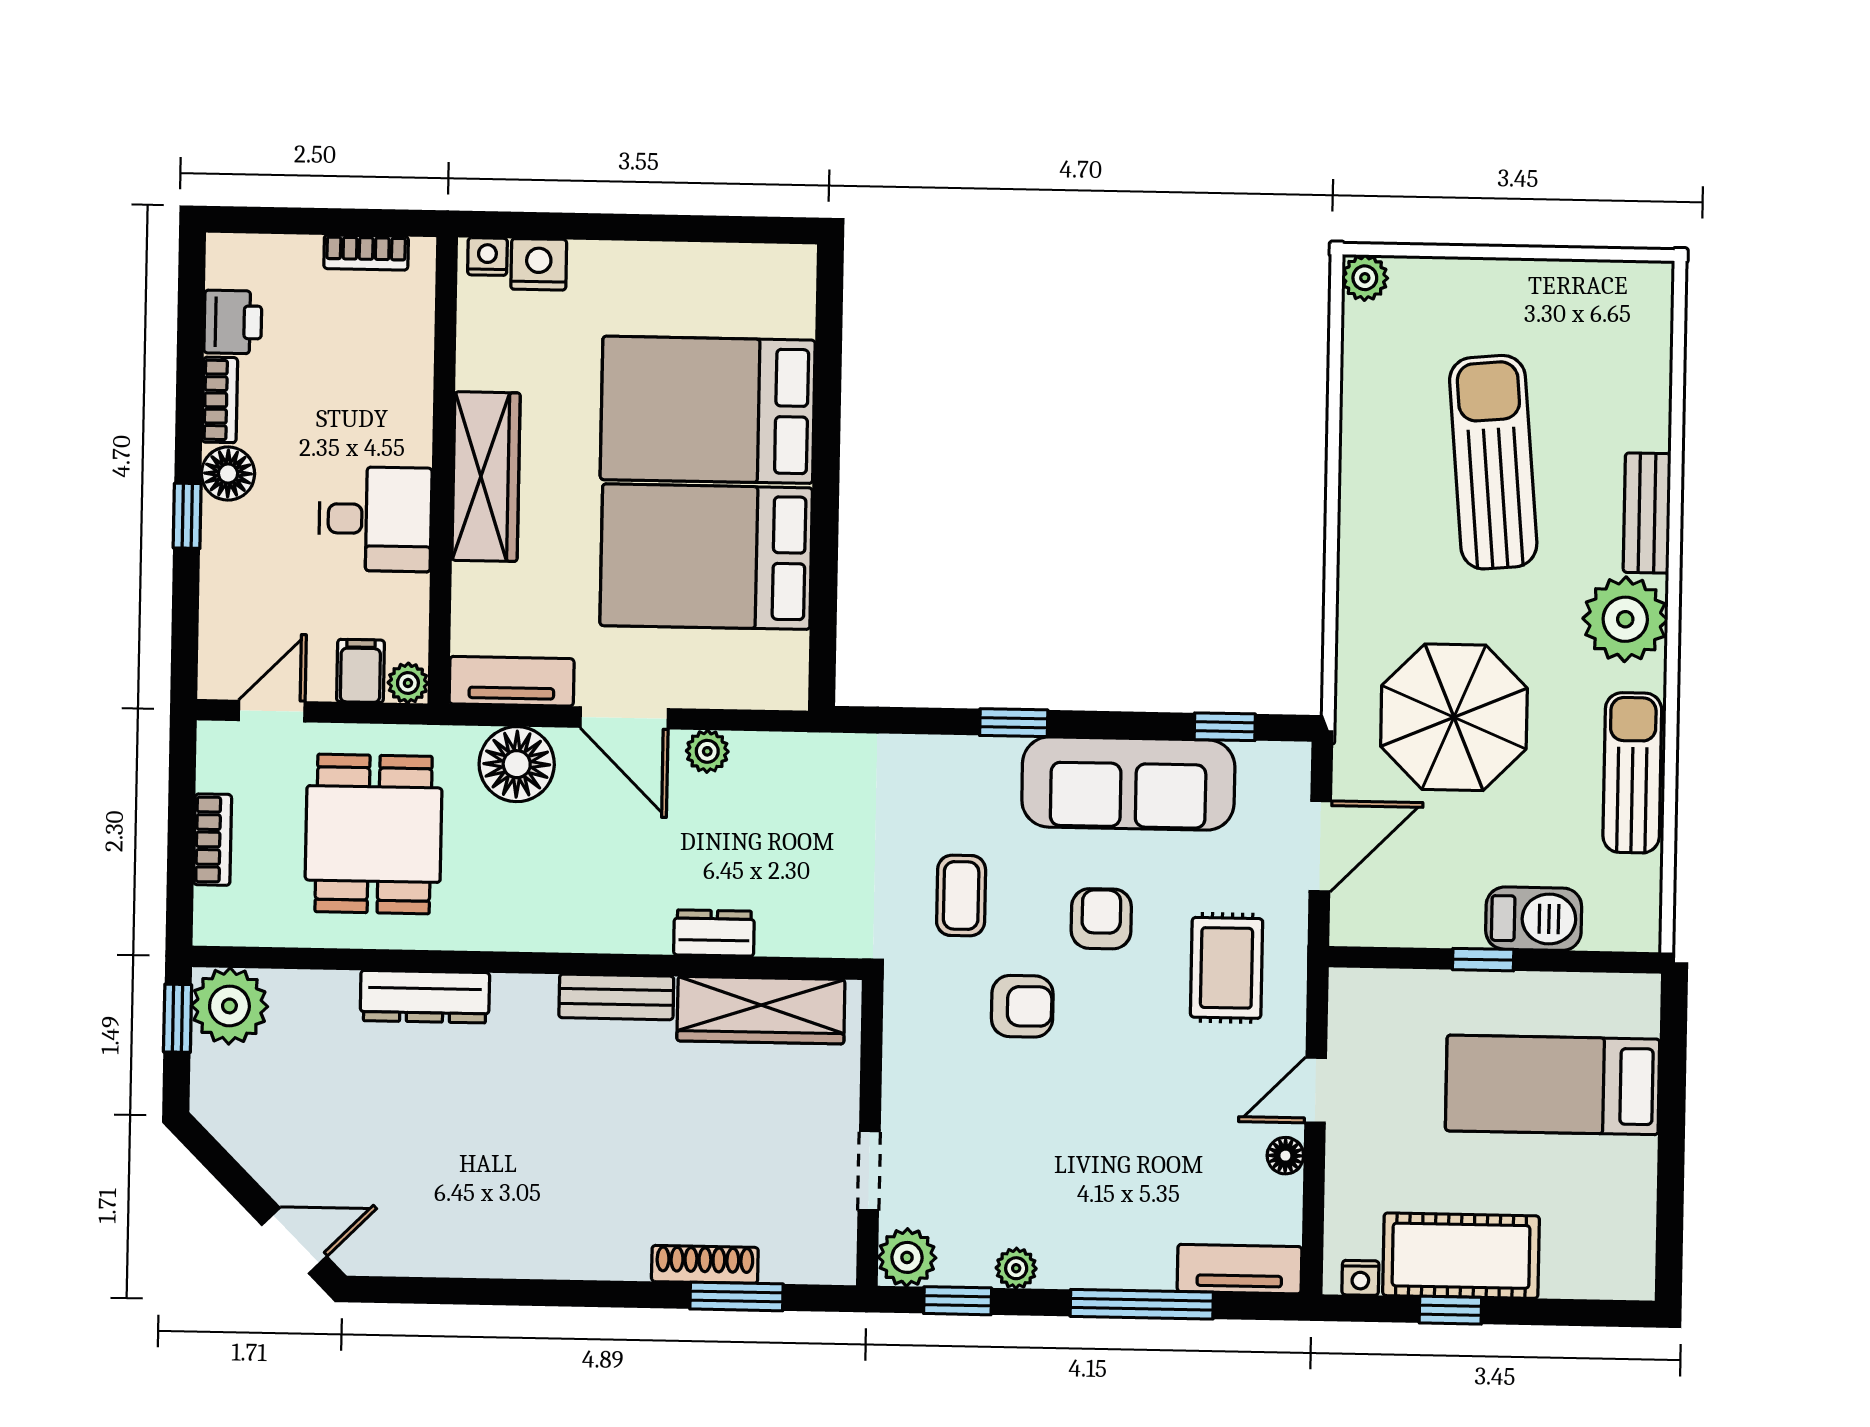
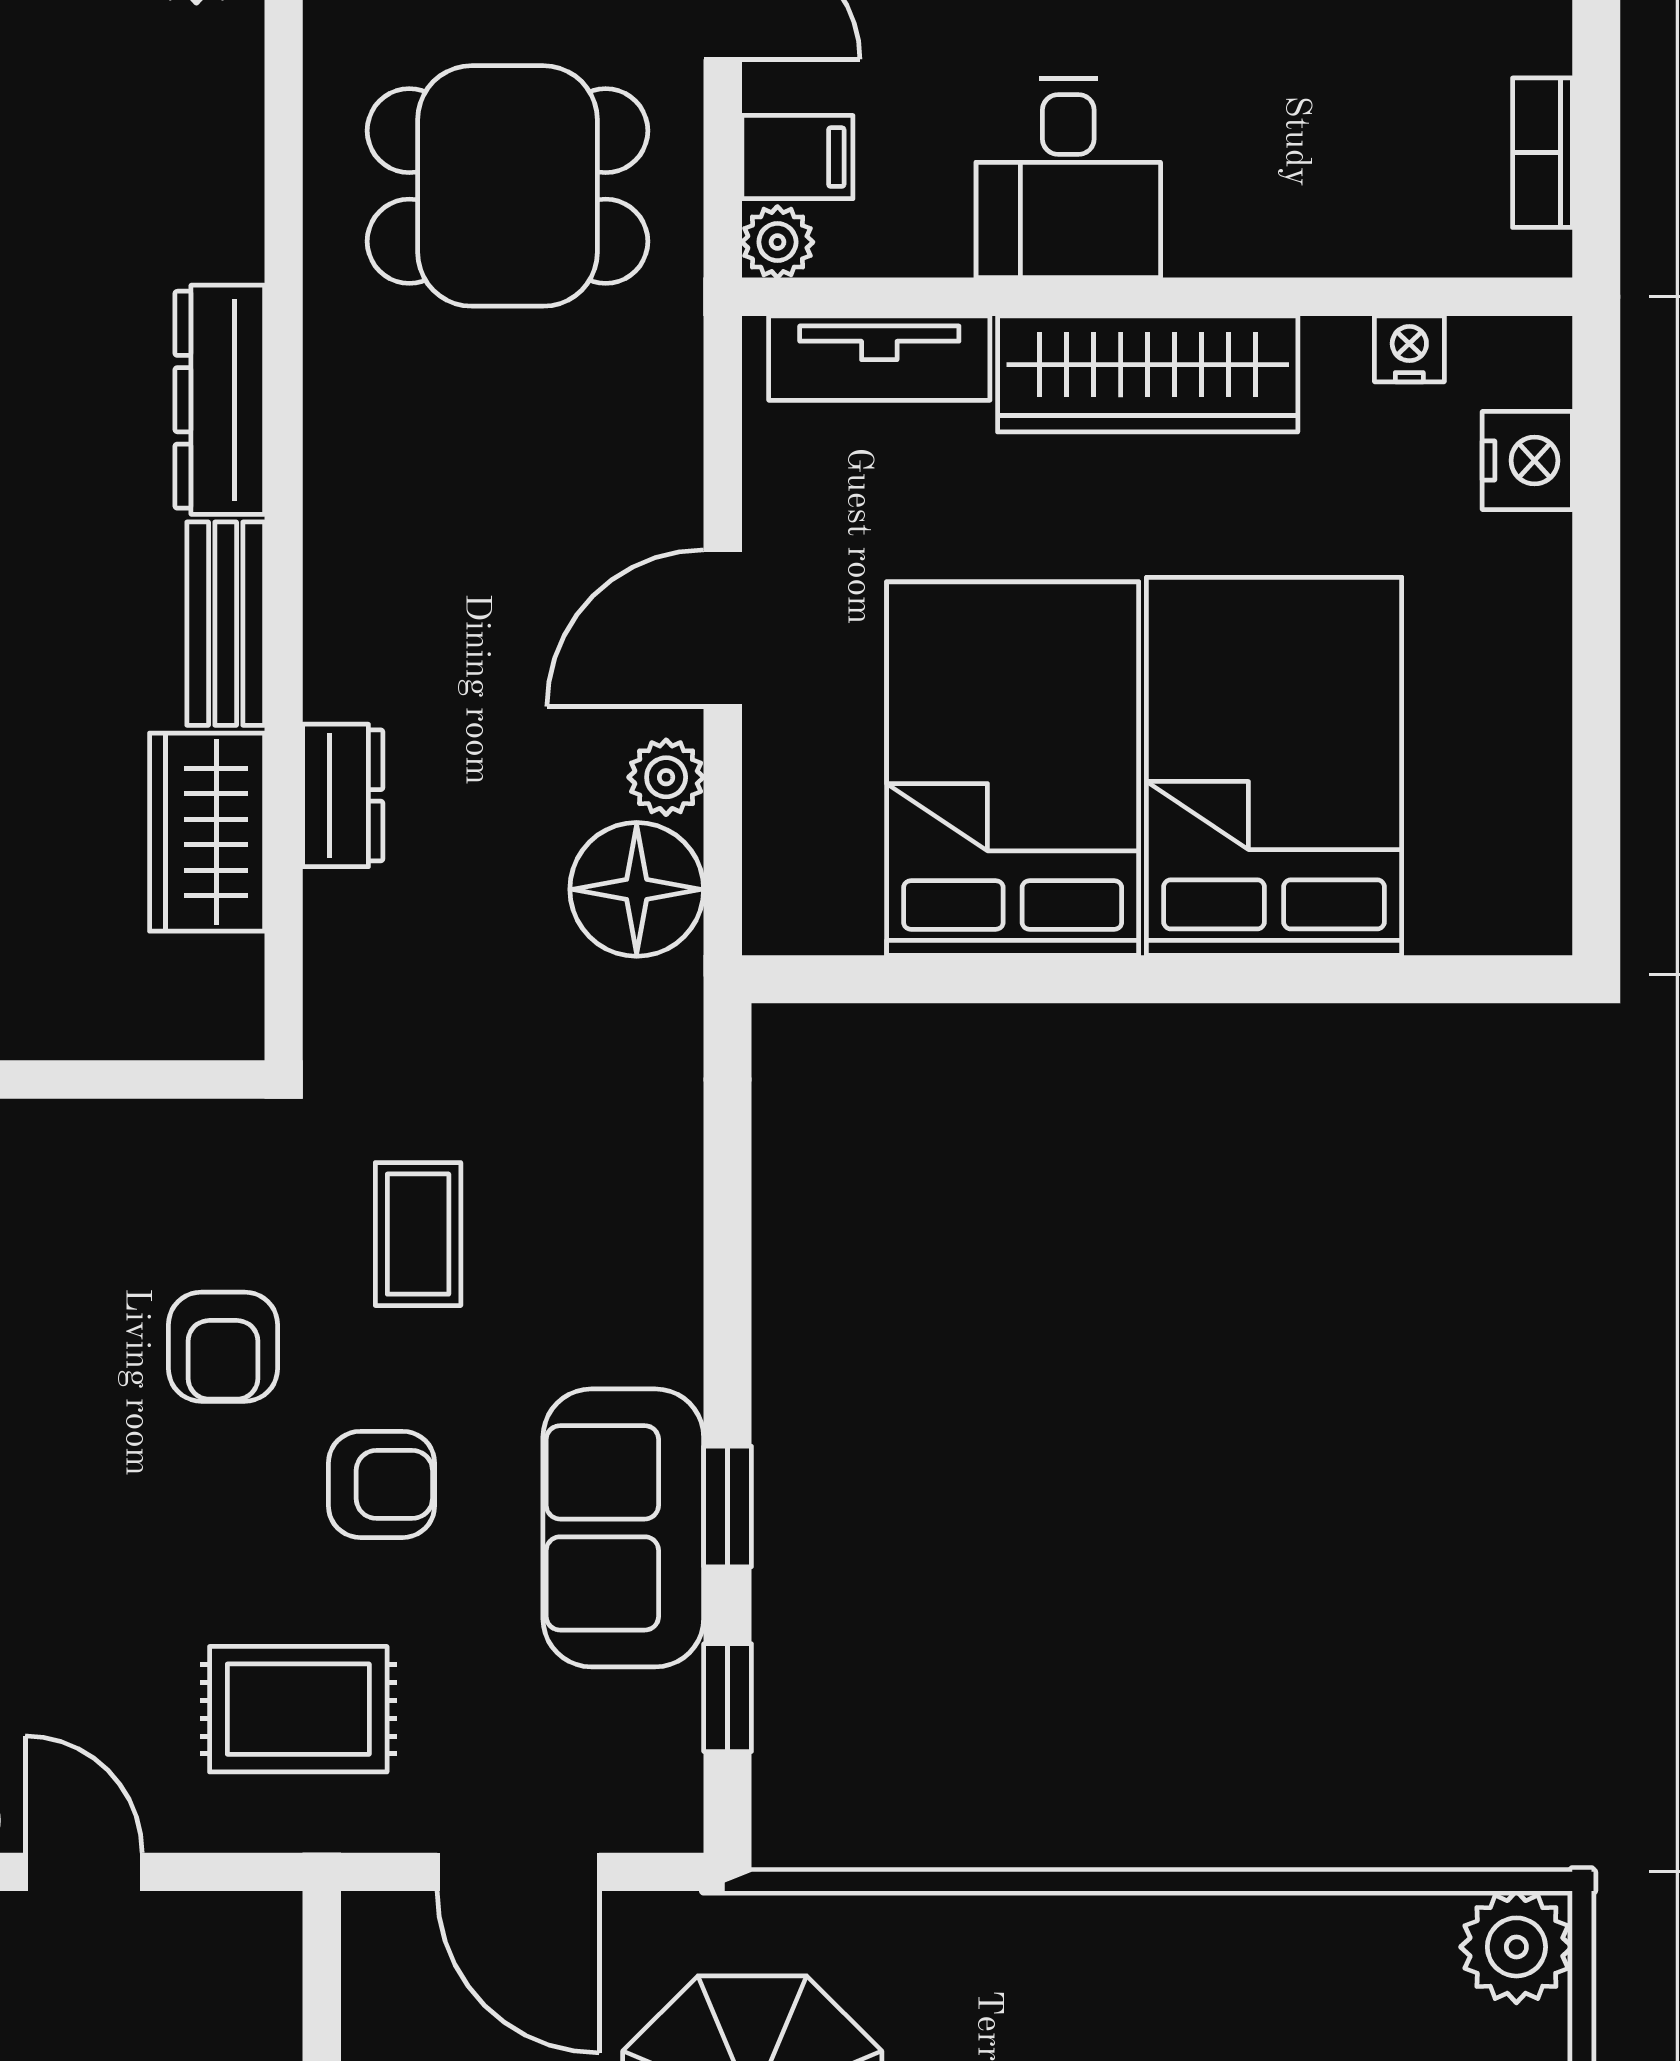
nightstand: (487, 257) -> (1409, 349), moved, turned -90
plant: (1365, 278) -> (1516, 1947), width x1.38, depth x1.38
tv unit: (512, 681) -> (879, 358), moved, turned 90
window: (1014, 723) -> (728, 1506), moved
floor lamp: (517, 764) -> (637, 889), moved
sofa: (1128, 783) -> (623, 1528), width x0.73
coffee table: (961, 895) -> (418, 1234), turned 90
dresser: (425, 997) -> (220, 400), moved
wardrobe: (761, 1010) -> (207, 832), width x0.67

